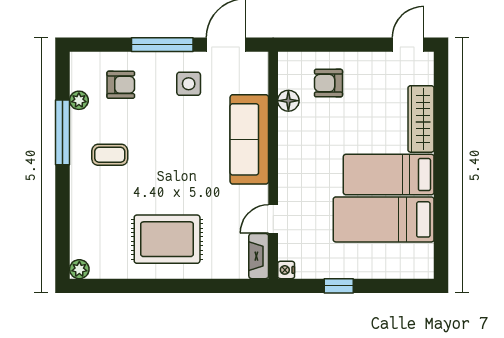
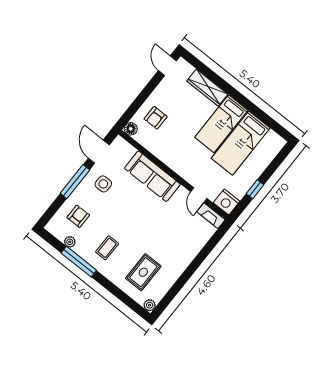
floor lamp: (288, 101) -> (131, 129), moved
rug: (167, 239) -> (143, 272), moved, width x0.73, depth x0.70
nightstand: (286, 270) -> (227, 202), width x1.89, depth x1.79

